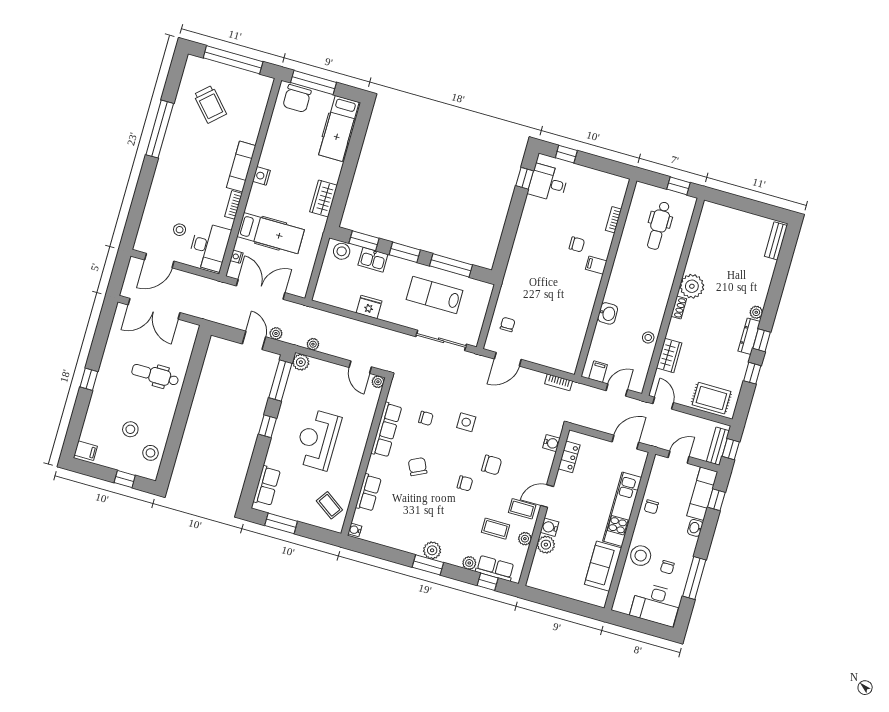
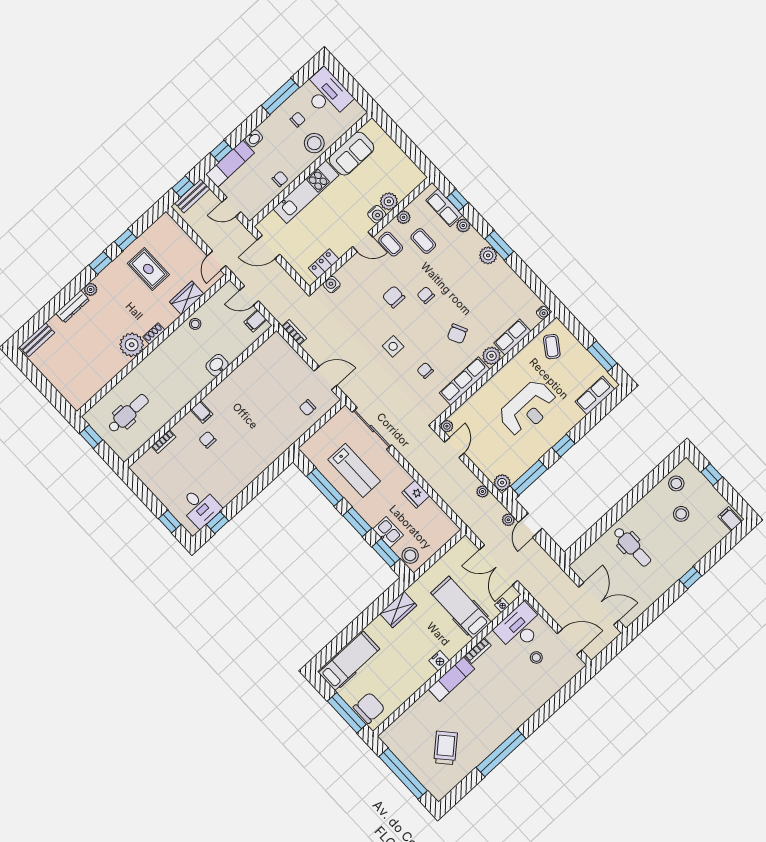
dresser: (749, 336) -> (73, 307), moved
rug: (711, 398) -> (148, 269), moved
plant: (377, 466) -> (491, 356), added

